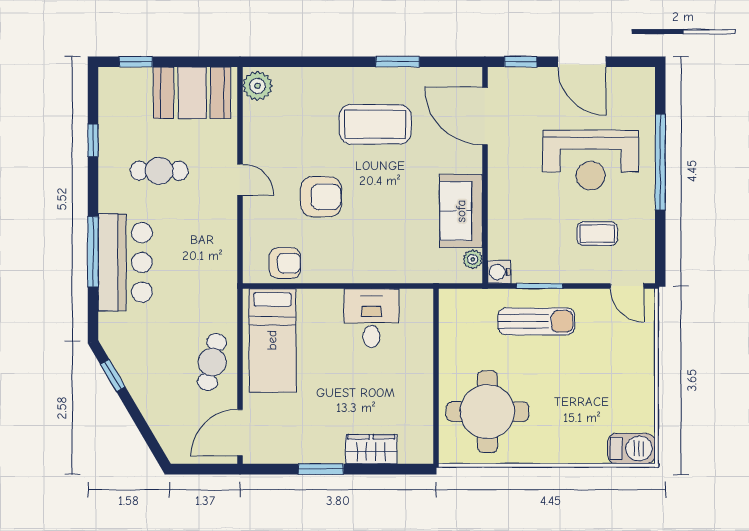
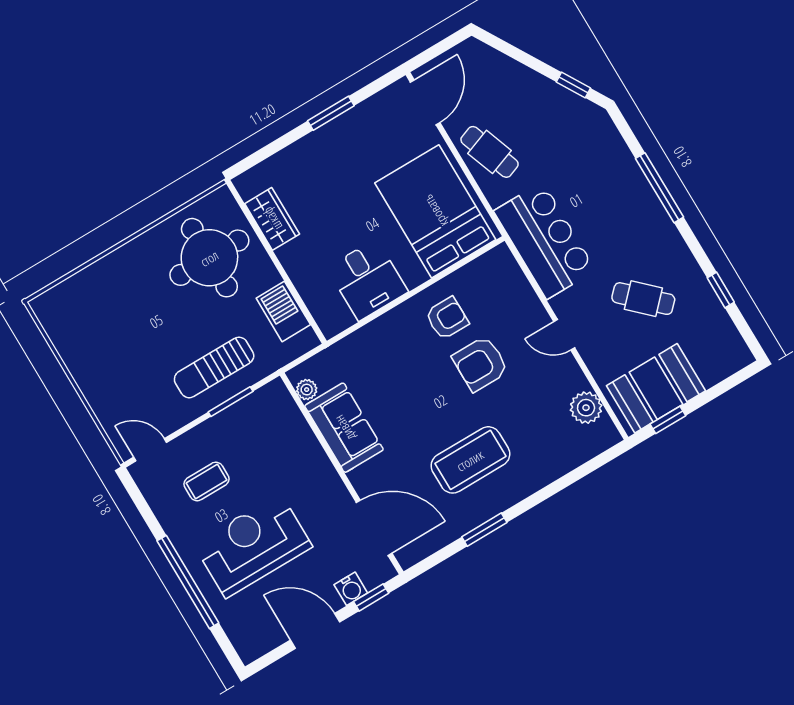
window: (136, 62) -> (668, 420), moved
plant: (257, 86) -> (586, 408), moved
cafe table: (159, 171) -> (643, 299), turned 44
bar counter: (125, 262) -> (545, 241), moved, turned 180
armchair: (285, 263) -> (447, 318), moved, turned 180
water cooler: (499, 272) -> (351, 589), moved, turned 90
bed: (272, 340) -> (435, 211), width x1.50
cafe table: (212, 362) -> (490, 152), turned -33
wardrobe: (371, 449) -> (272, 219), moved, turned -90
barbecue: (631, 449) -> (283, 311), moved, turned 90

